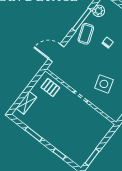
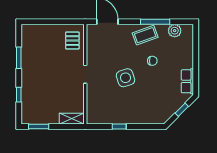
side table: (104, 84) -> (125, 78), moved
shelving: (26, 103) -> (72, 119), moved

